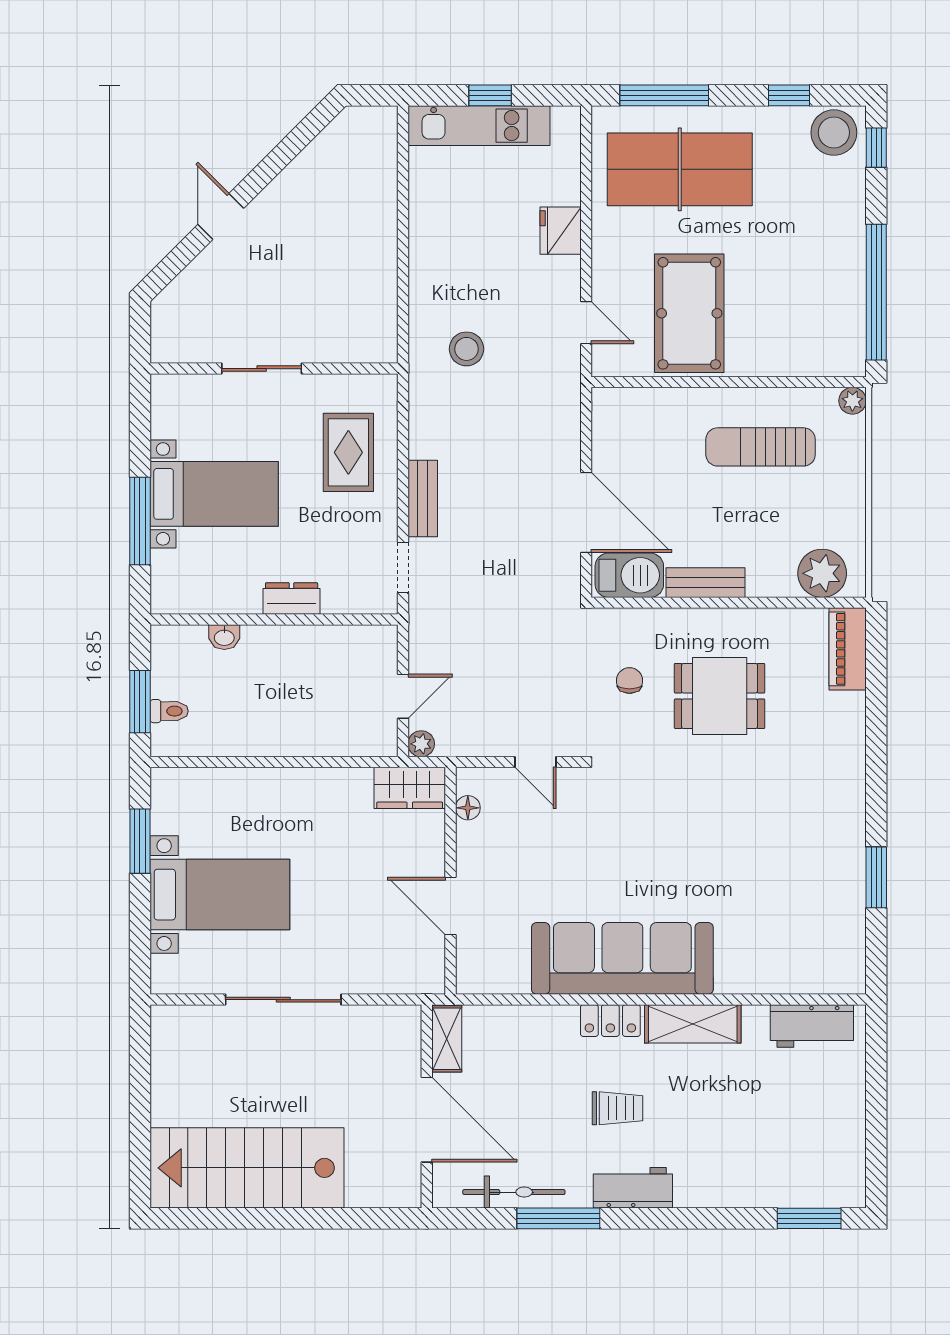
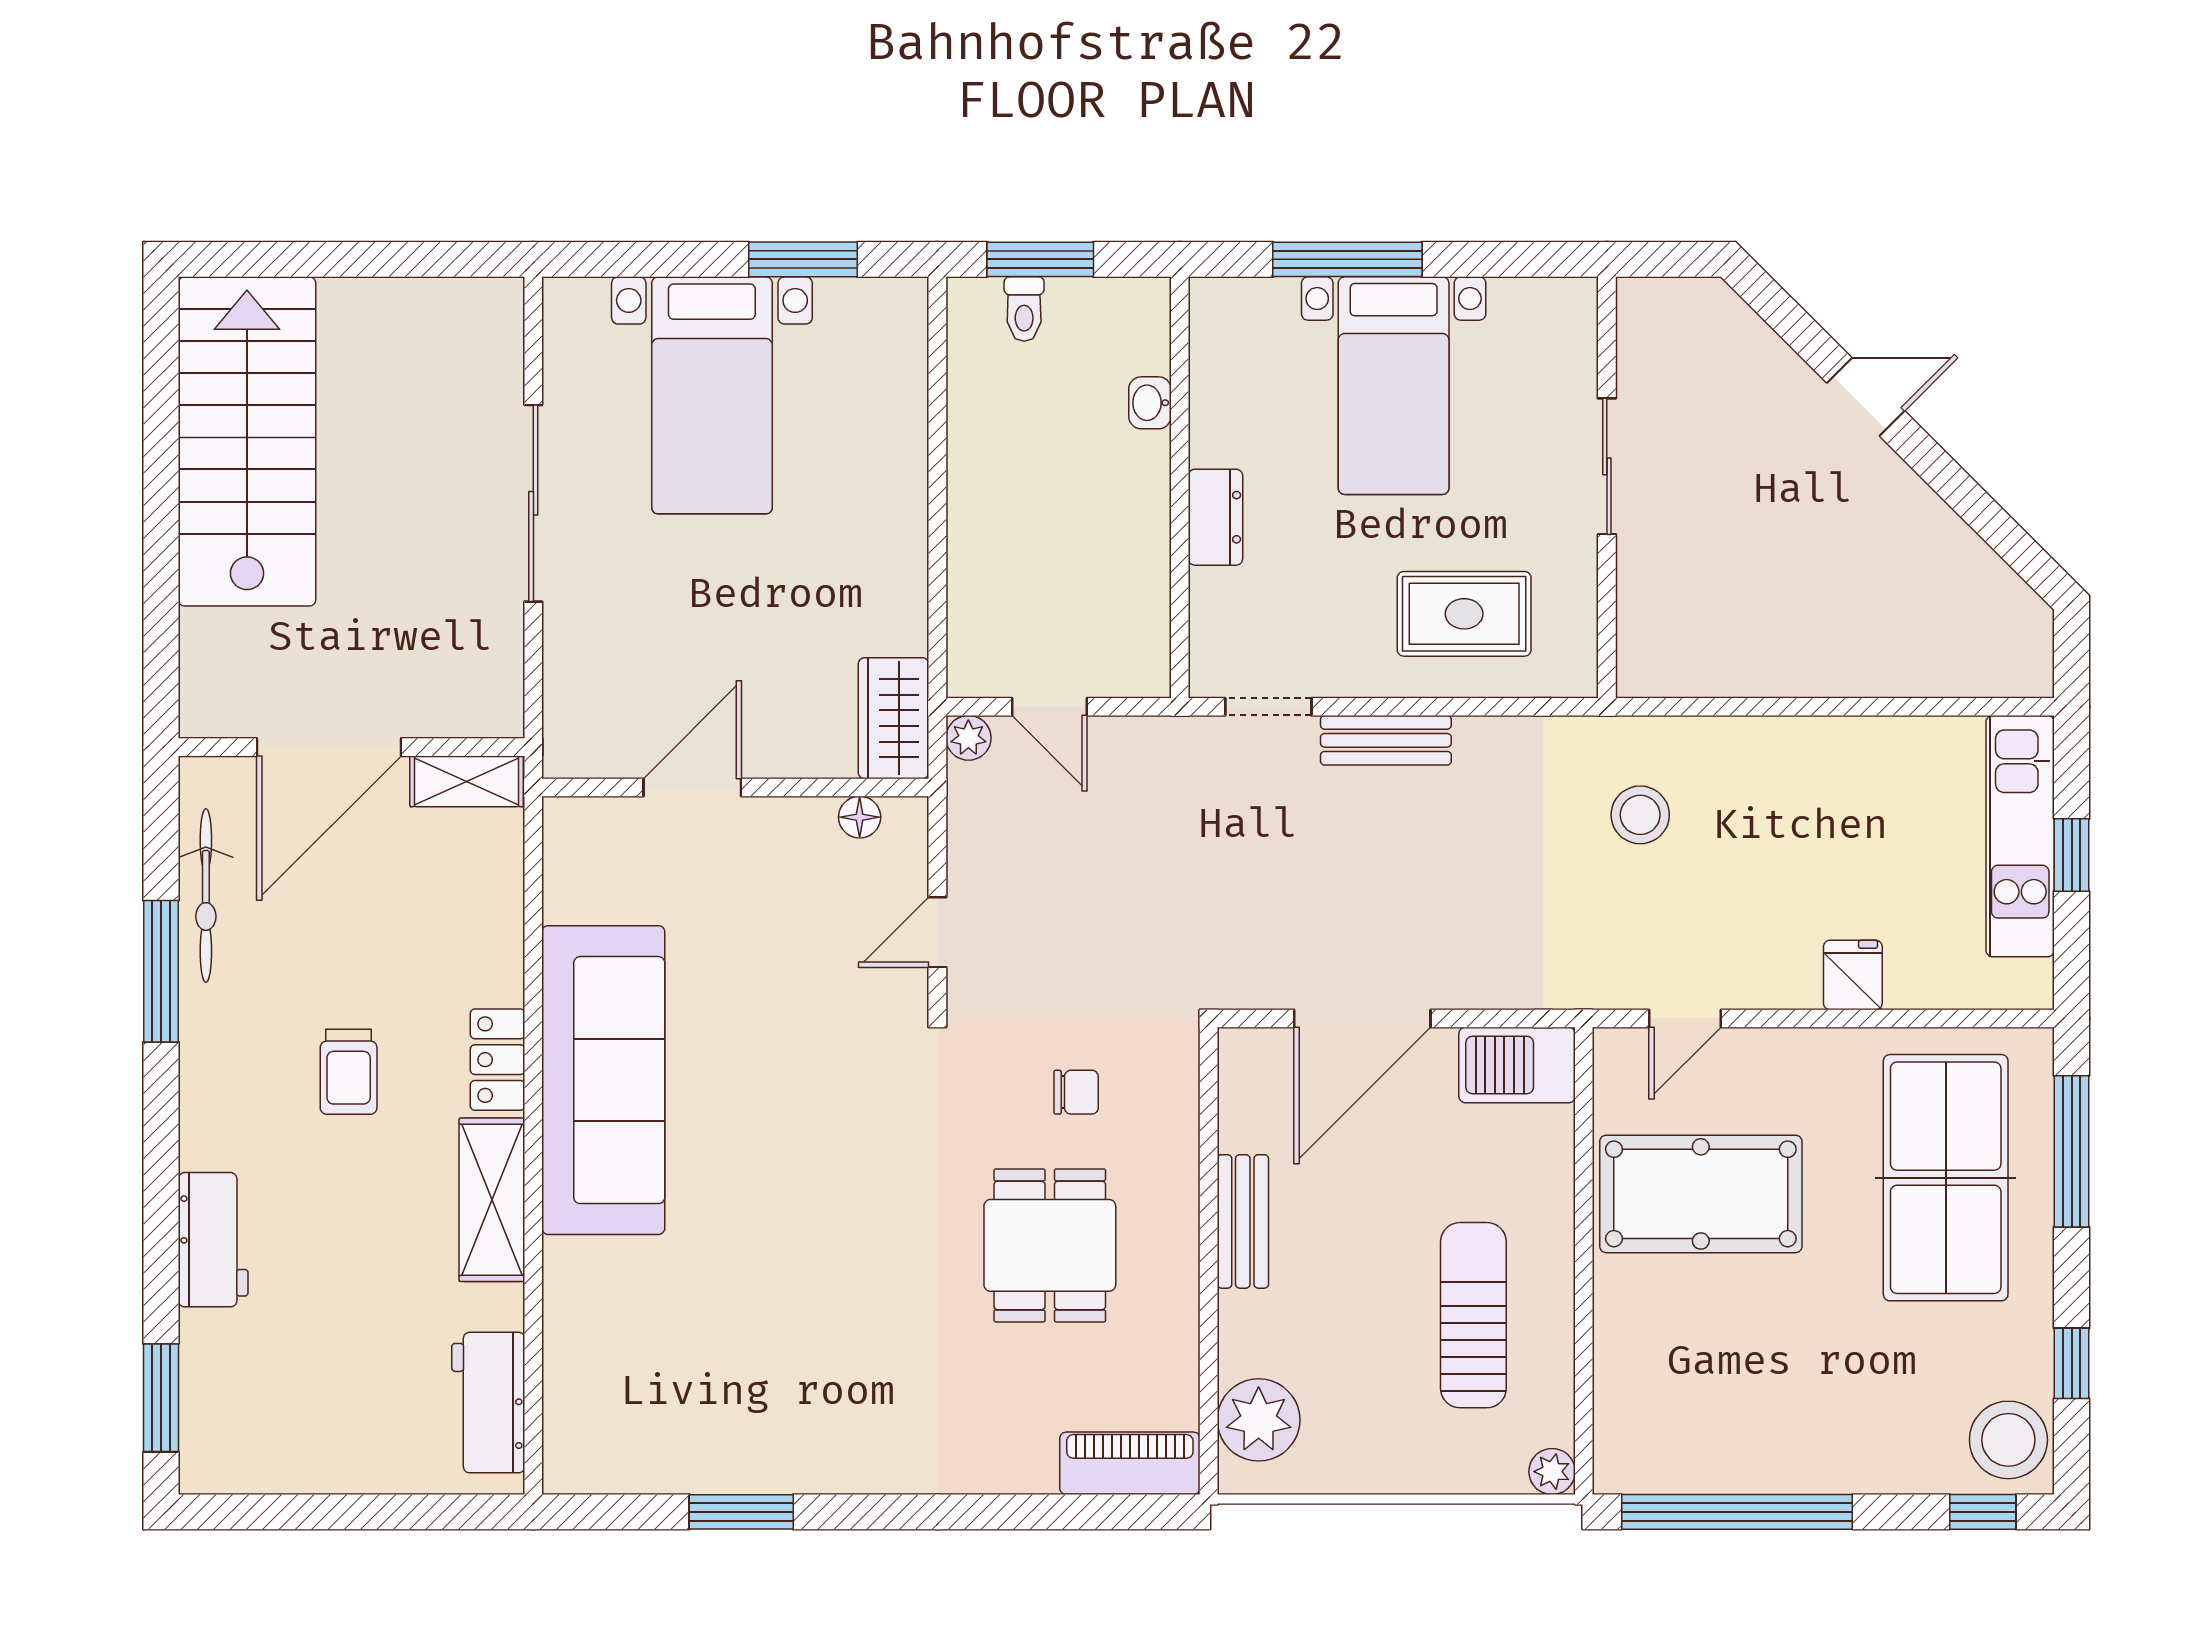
fridge: (561, 231) -> (1853, 975), width x0.72
barbecue: (629, 575) -> (1517, 1065), moved, turned 90
workbench: (633, 1188) -> (213, 1240), moved

